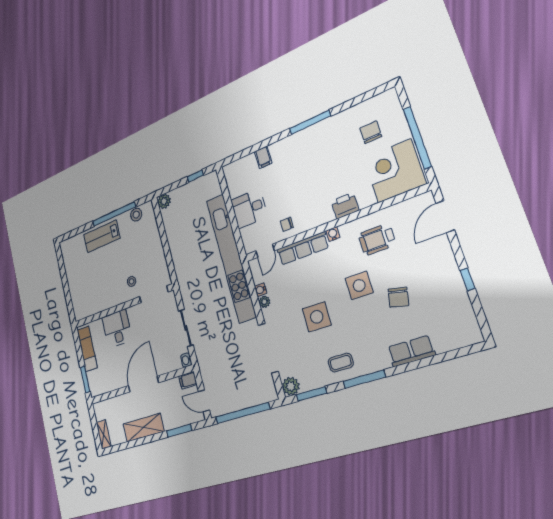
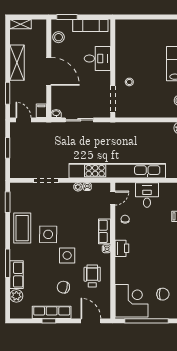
printer: (345, 206) -> (122, 248), moved
row of seats: (303, 248) -> (105, 231), width x0.68
door: (265, 251) -> (113, 198), swing flipped
row of seats: (452, 280) -> (52, 312), added
chair: (398, 297) -> (63, 287), moved
side table: (317, 317) -> (48, 234), moved
doorway: (268, 348) -> (46, 180), width x0.73
coffee table: (341, 363) -> (22, 228), width x1.86, depth x1.72
window: (364, 379) -> (8, 263), moved
stool: (106, 383) -> (59, 37), added
plant: (291, 386) -> (16, 296), moved
door: (204, 401) -> (24, 120), hinge flipped
window: (242, 413) -> (8, 148), width x0.47

